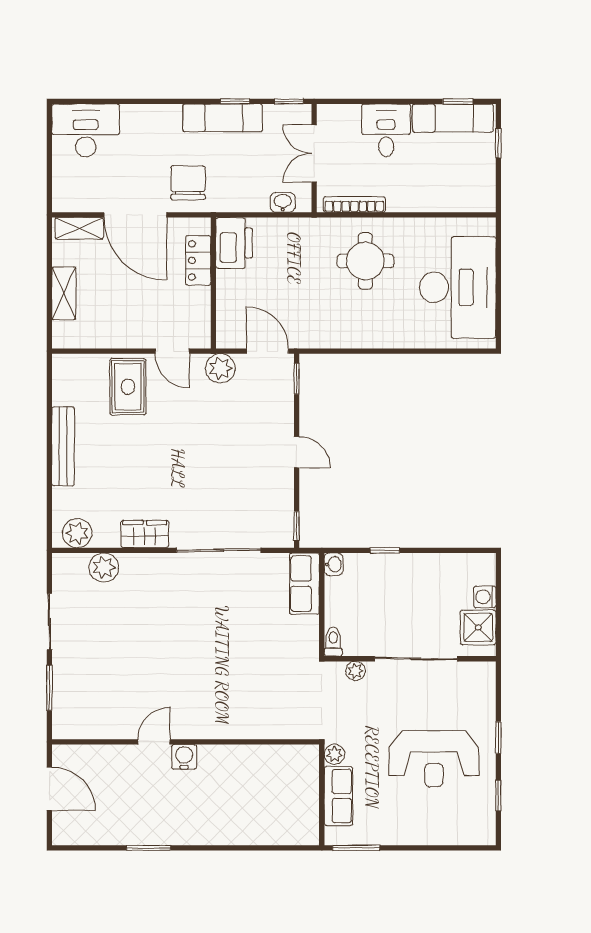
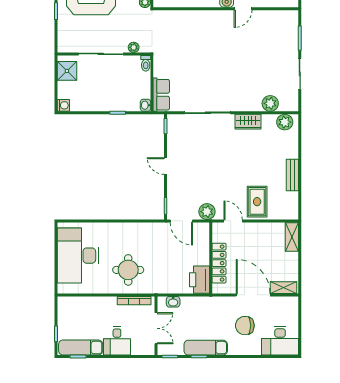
chair: (188, 183) -> (245, 326), moved, turned 90
locker: (198, 260) -> (219, 263), width x1.53
shelving: (64, 293) -> (292, 237), moved
bench: (63, 446) -> (292, 175), width x0.73
washing machine: (485, 597) -> (63, 105), moved

